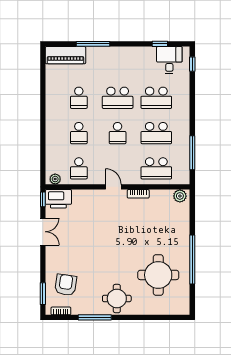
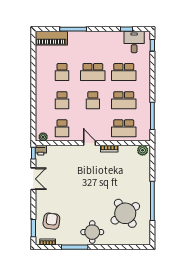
printer: (58, 199) -> (41, 150), width x0.53, depth x0.68
round table: (158, 275) -> (125, 213), turned -34

